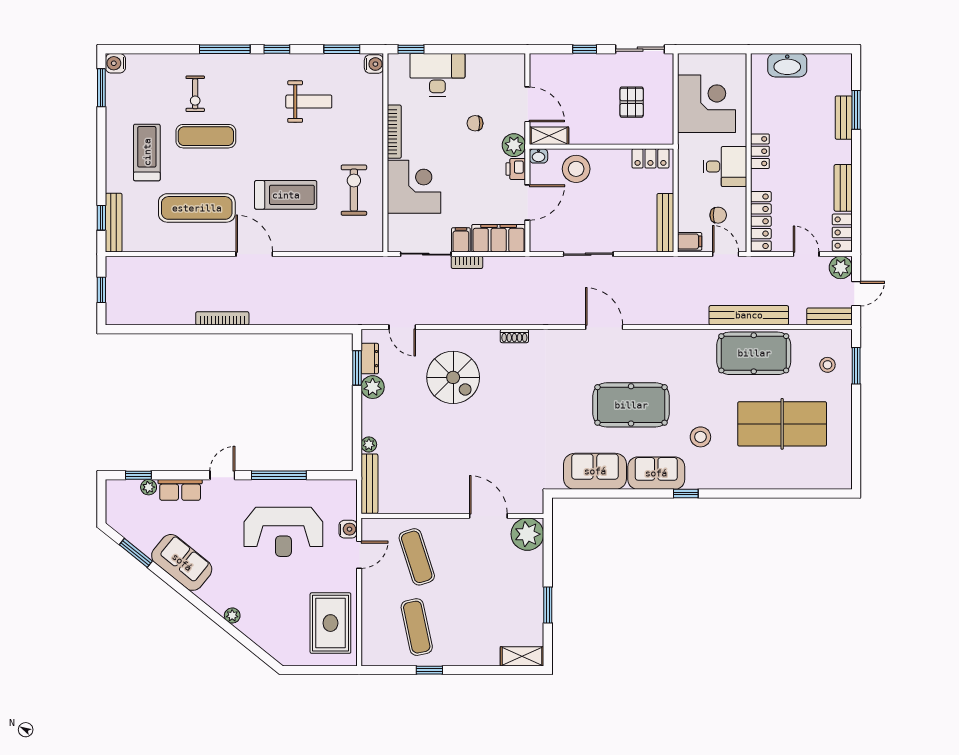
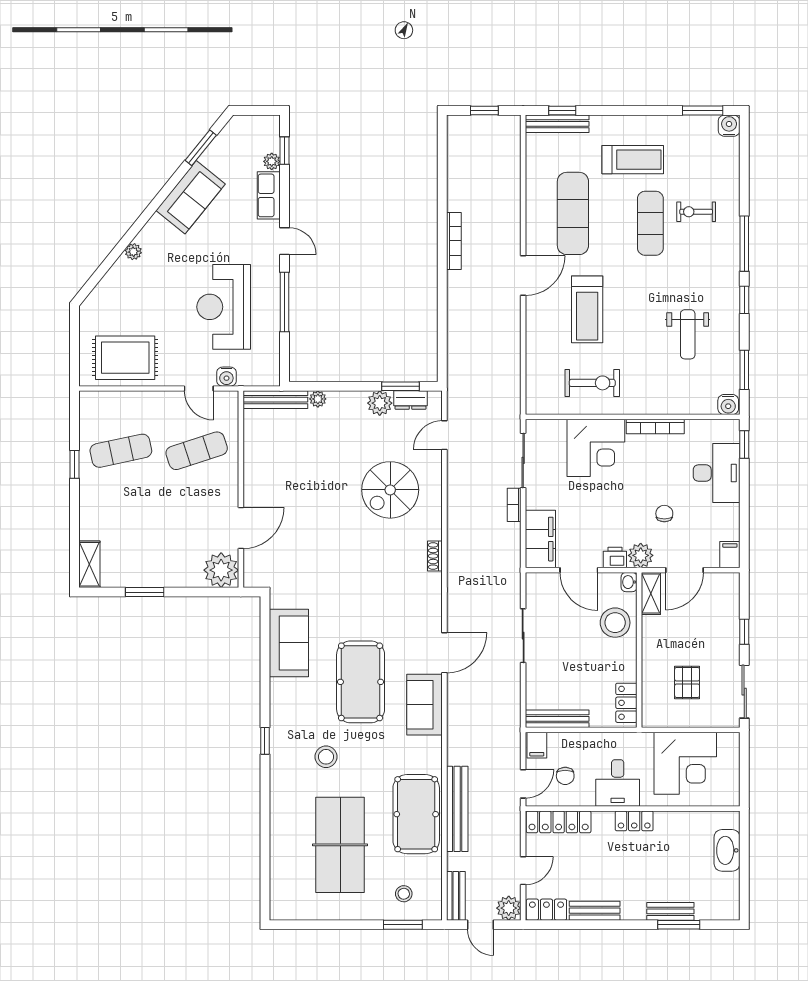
pallet: (632, 102) -> (687, 682), turned 90
filing cabinet: (461, 240) -> (730, 555), moved, turned -90
sofa: (656, 473) -> (425, 705), moved, turned 180

